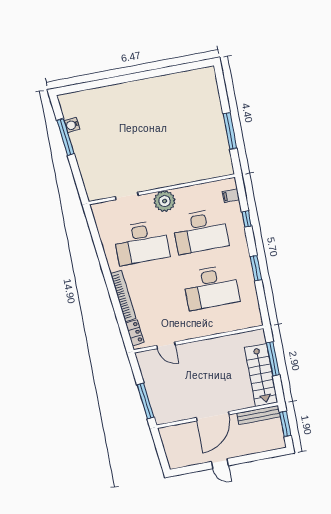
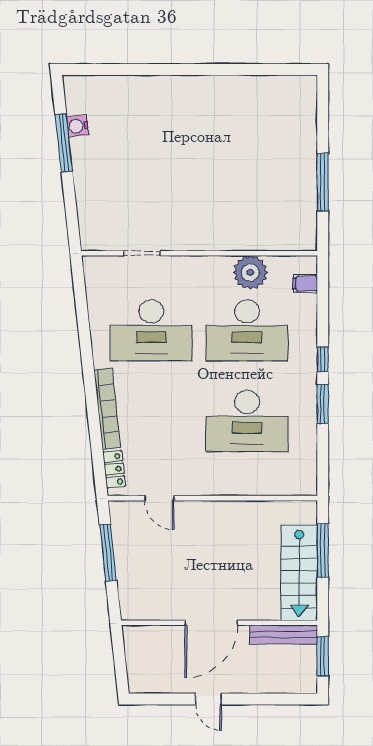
plant: (165, 201) -> (250, 272), moved
window: (247, 219) -> (323, 359), moved
window: (145, 401) -> (108, 553), moved

